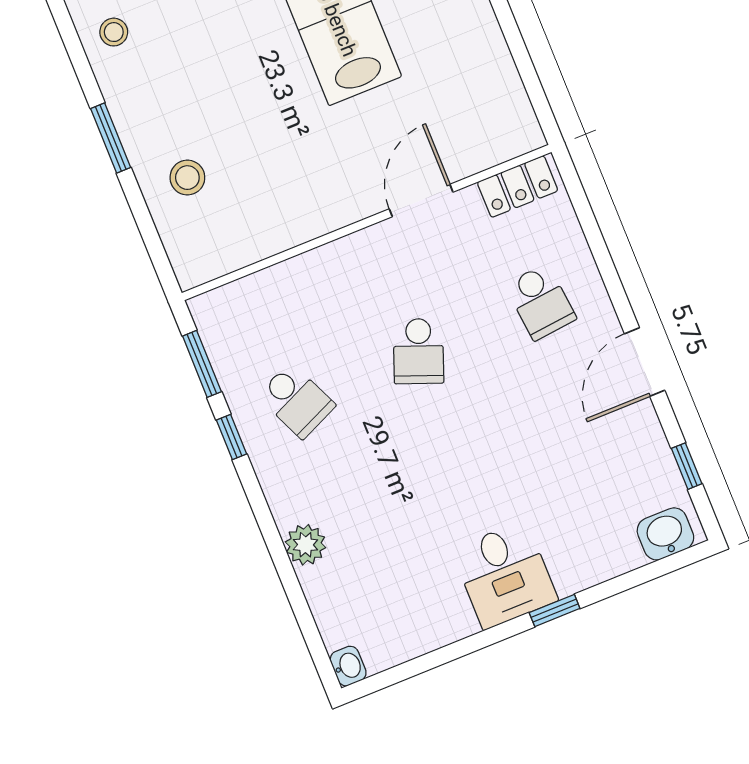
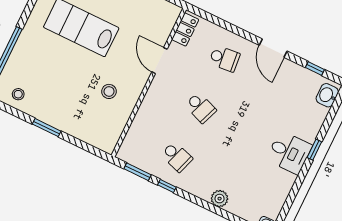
stool: (187, 178) -> (109, 91), moved
school desk: (296, 401) -> (177, 157), turned 42

